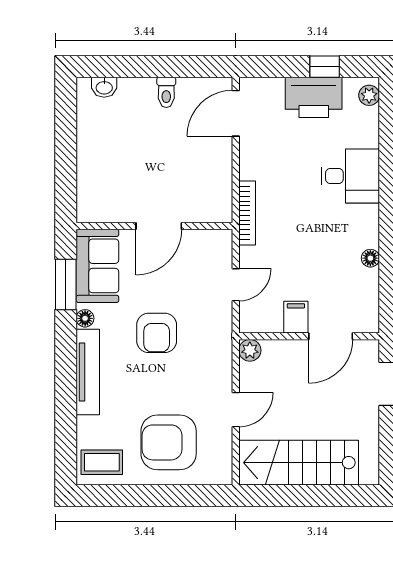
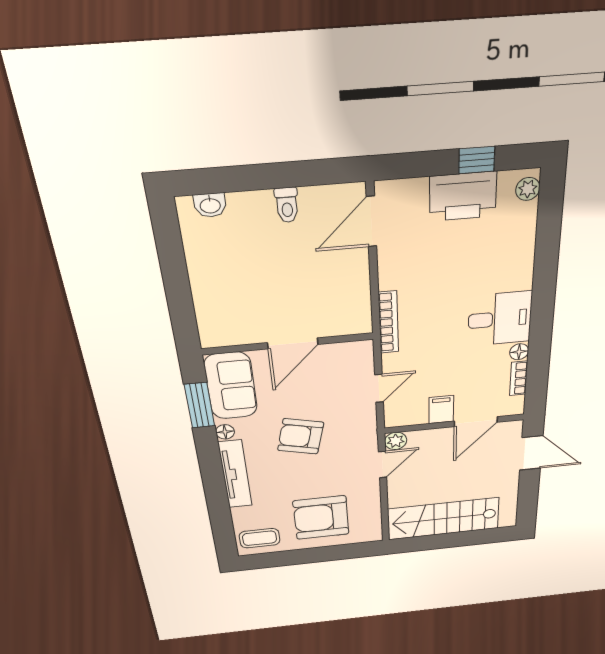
desk: (350, 176) -> (500, 319), moved
bookcase: (372, 289) -> (519, 378), added
armchair: (157, 333) -> (301, 436), turned 104
door: (236, 410) -> (383, 465), moved

